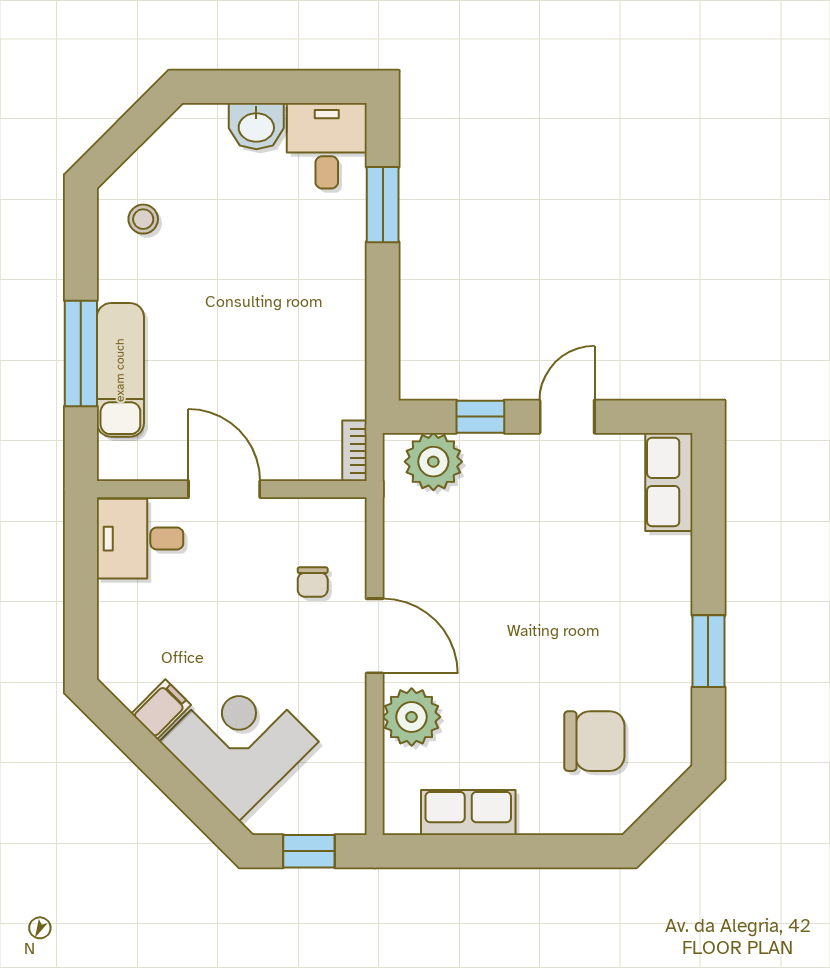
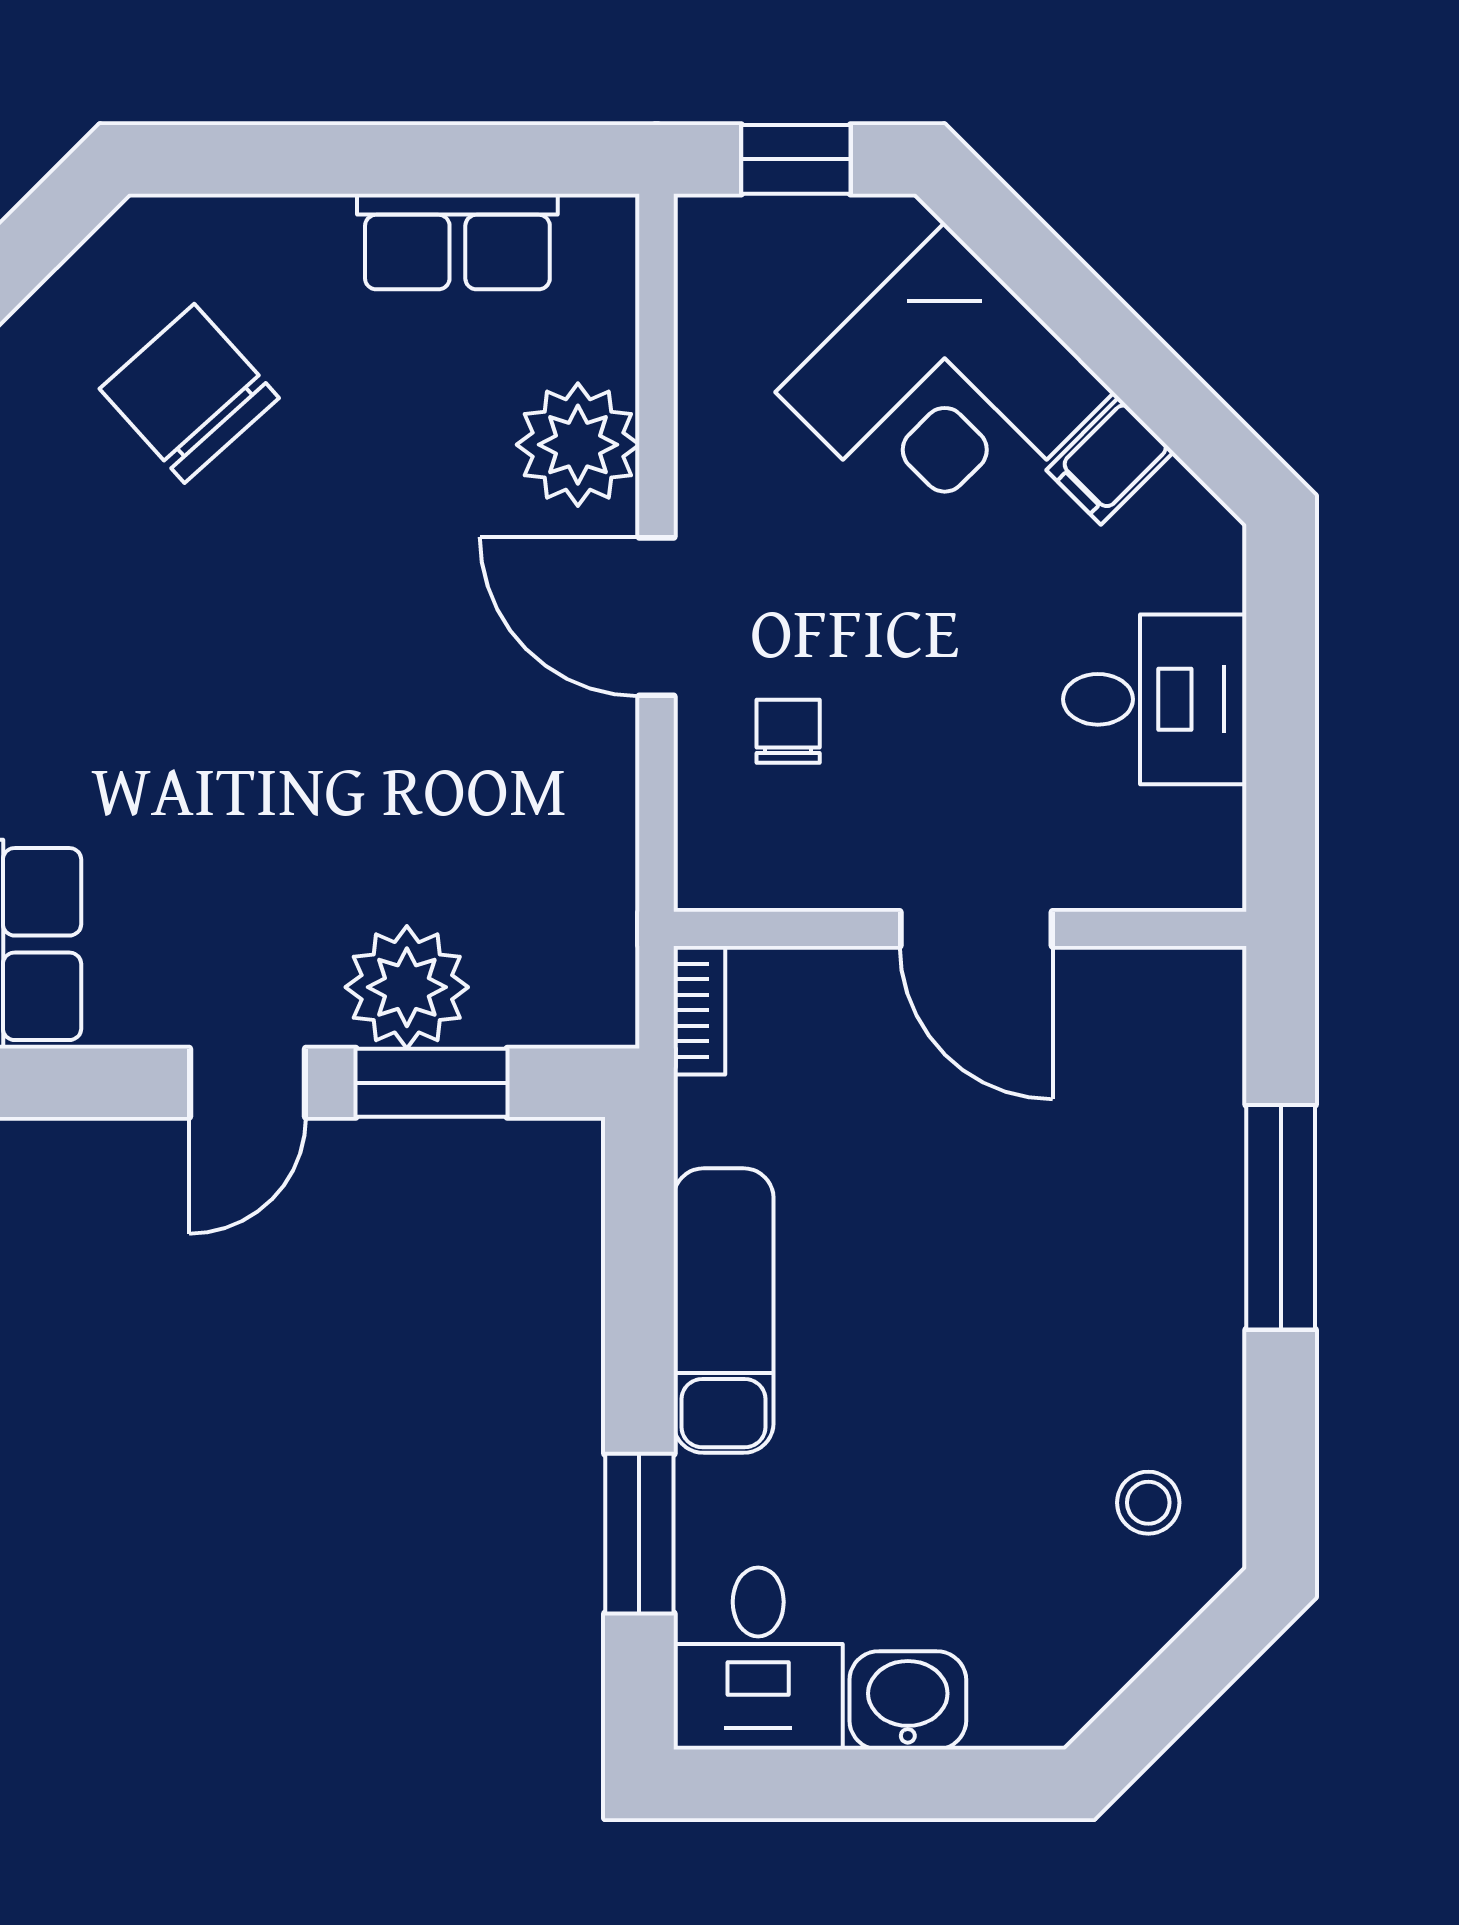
exam couch: (120, 370) -> (724, 1311), moved, turned 180
window: (480, 417) -> (432, 1083), width x1.50
plant: (433, 462) -> (407, 987), moved
desk: (140, 539) -> (1155, 699), moved
chair: (594, 741) -> (189, 393), turned 48

